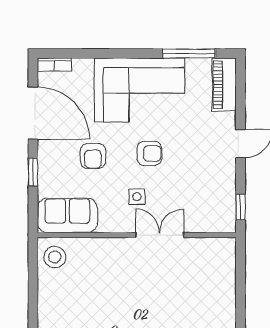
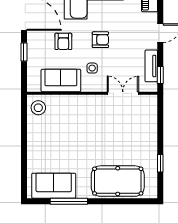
tv unit: (227, 193) -> (151, 66), added
sofa: (67, 216) -> (61, 80), moved
double door: (160, 235) -> (123, 93), moved

